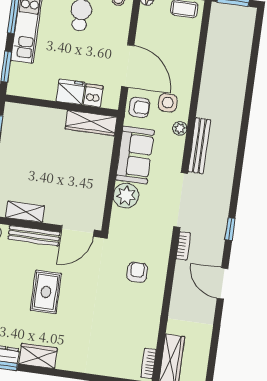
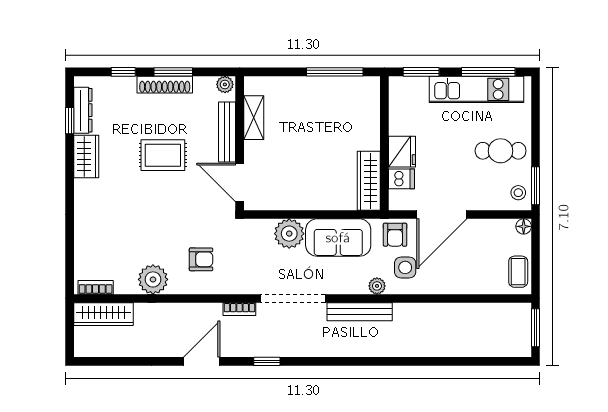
plant: (148, 315) -> (153, 279), added

